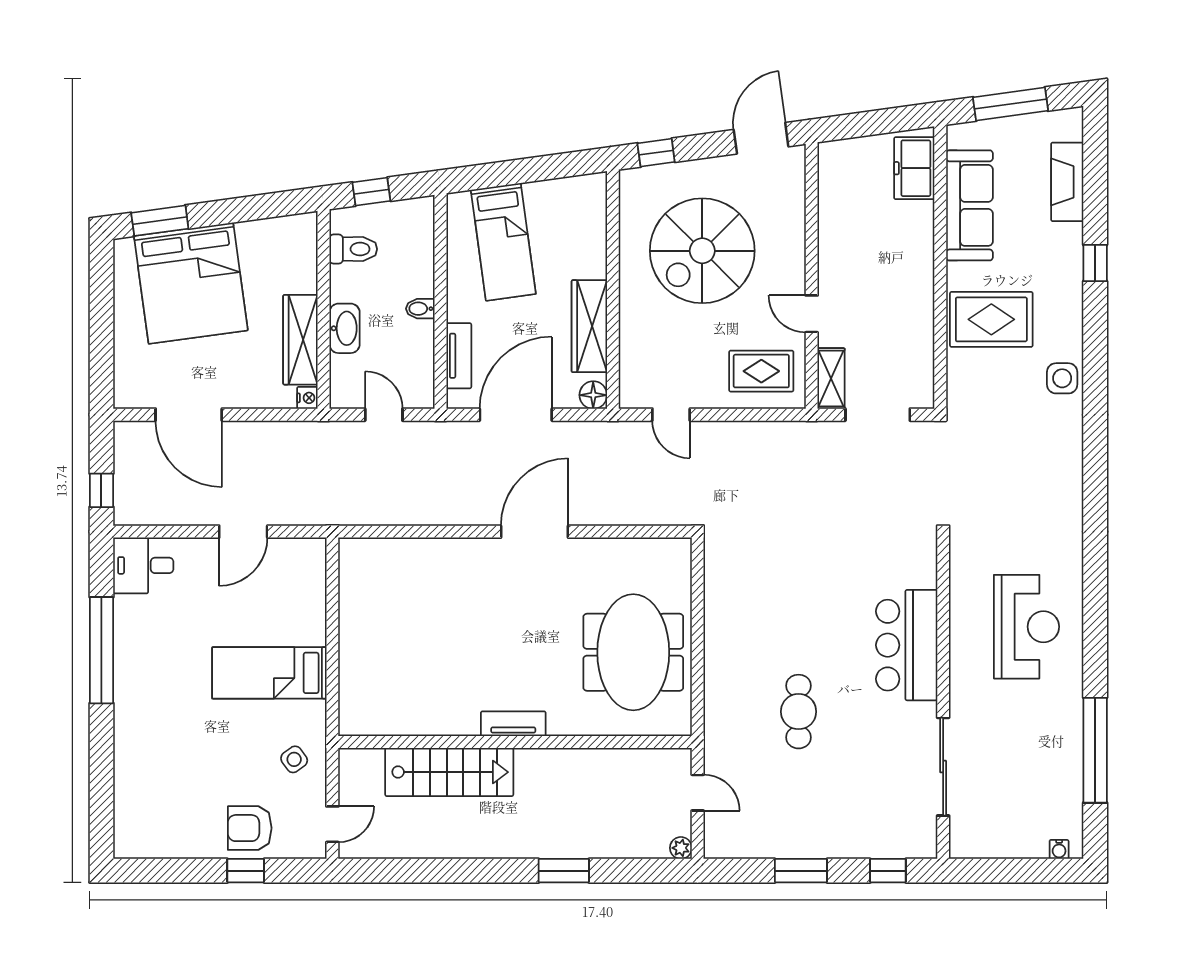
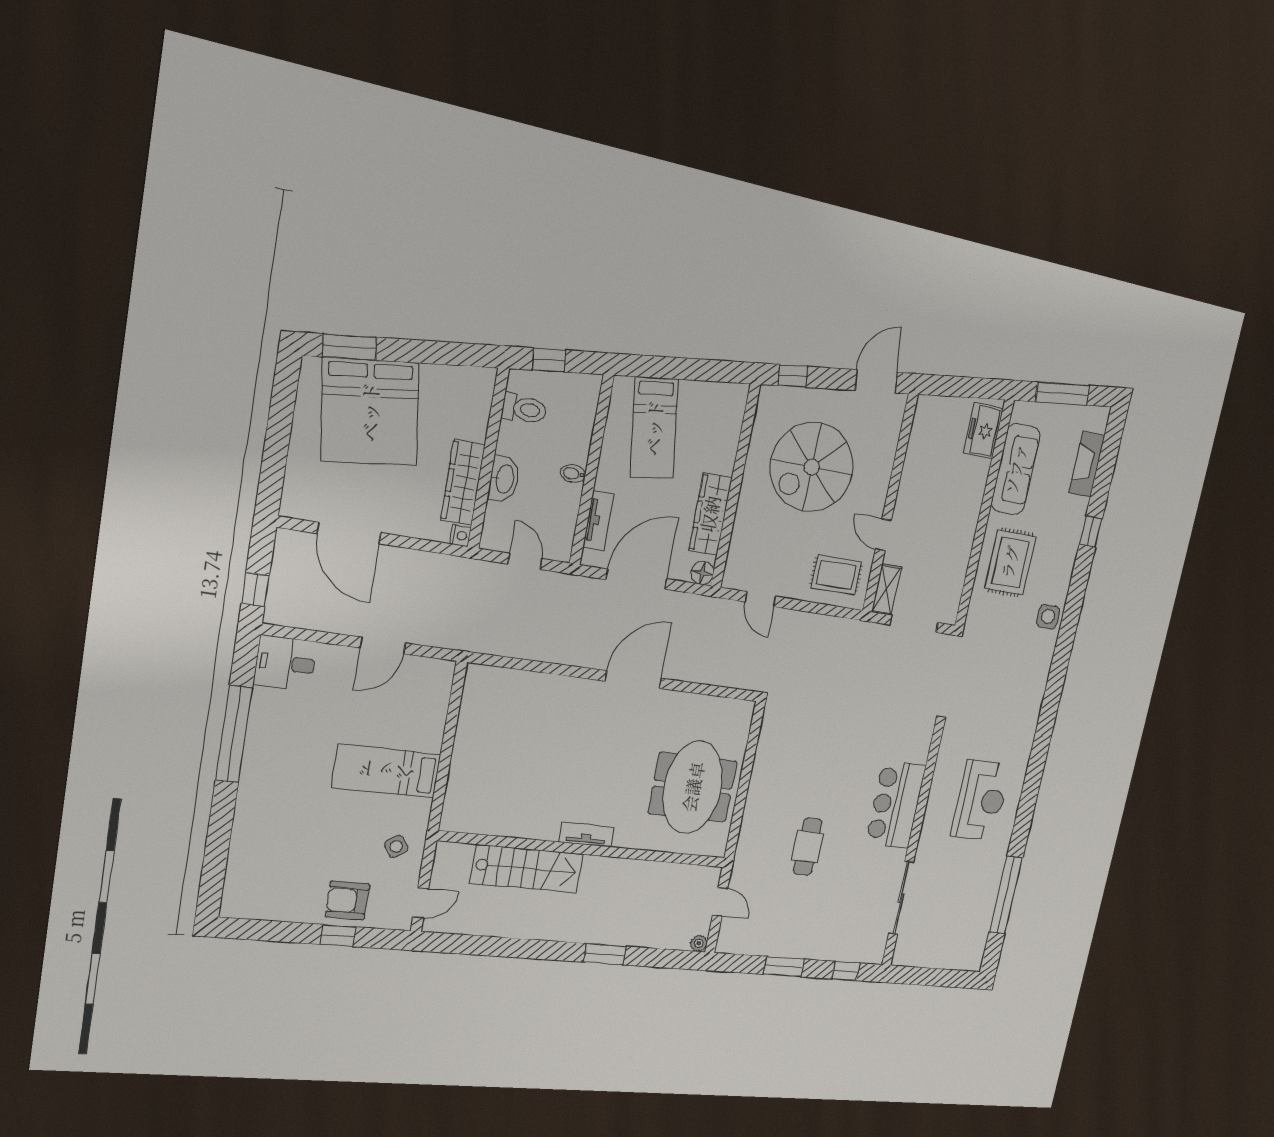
rug: (991, 319) -> (1010, 562), turned 90
water cooler: (1059, 849) -> (966, 964), removed

